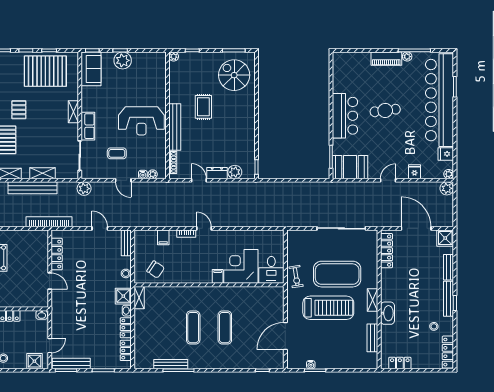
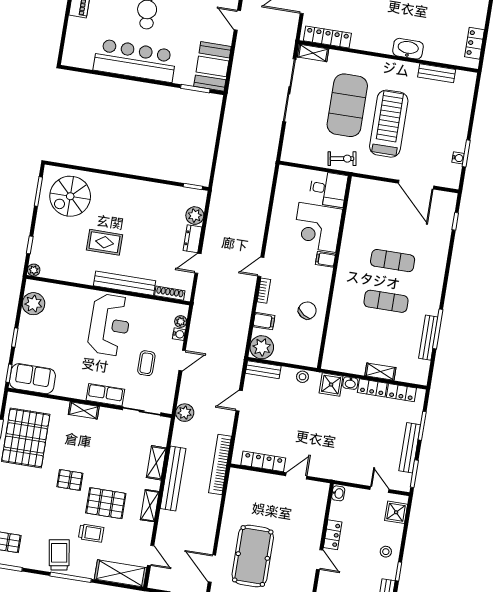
plant: (123, 60) -> (33, 304), moved
bar counter: (345, 116) -> (135, 61), width x1.36
plant: (143, 239) -> (262, 347), added
chair: (156, 269) -> (307, 311), moved
shelving: (139, 298) -> (380, 372), moved
shelving: (373, 300) -> (313, 53), moved
bench: (71, 363) -> (410, 448), moved

